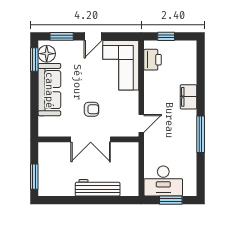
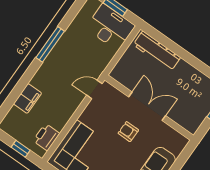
filing cabinet: (188, 97) -> (28, 98), moved
workbench: (98, 188) -> (157, 51), moved

